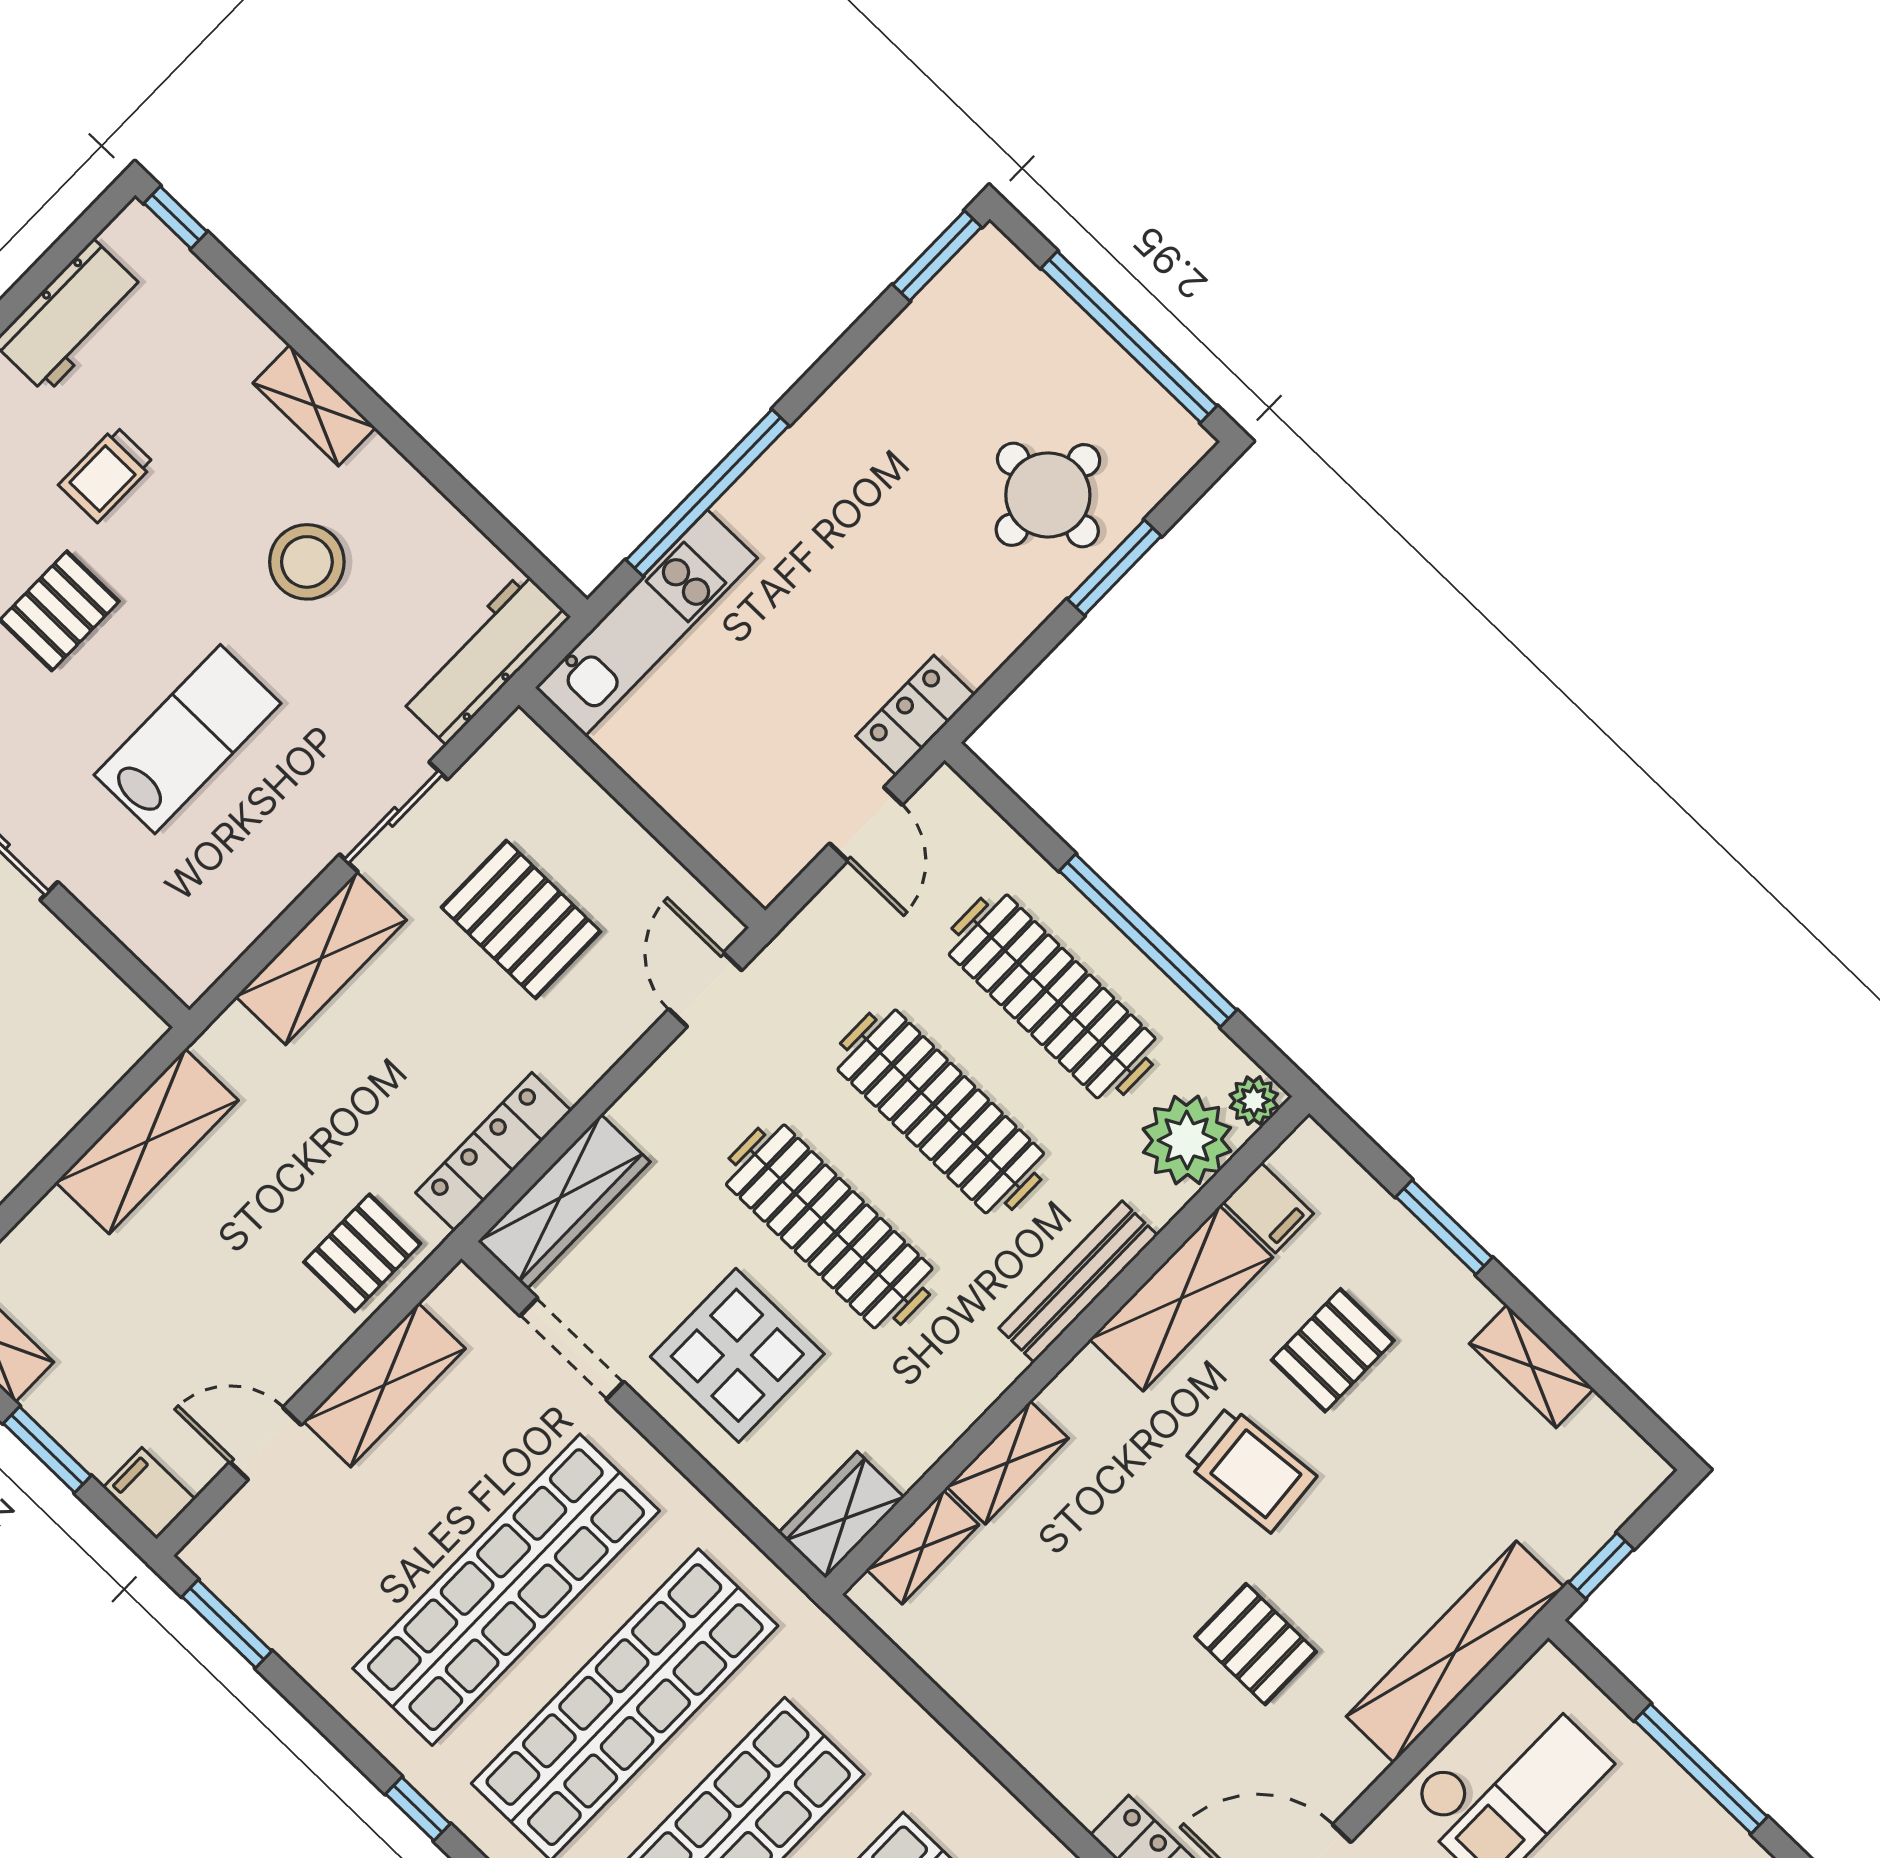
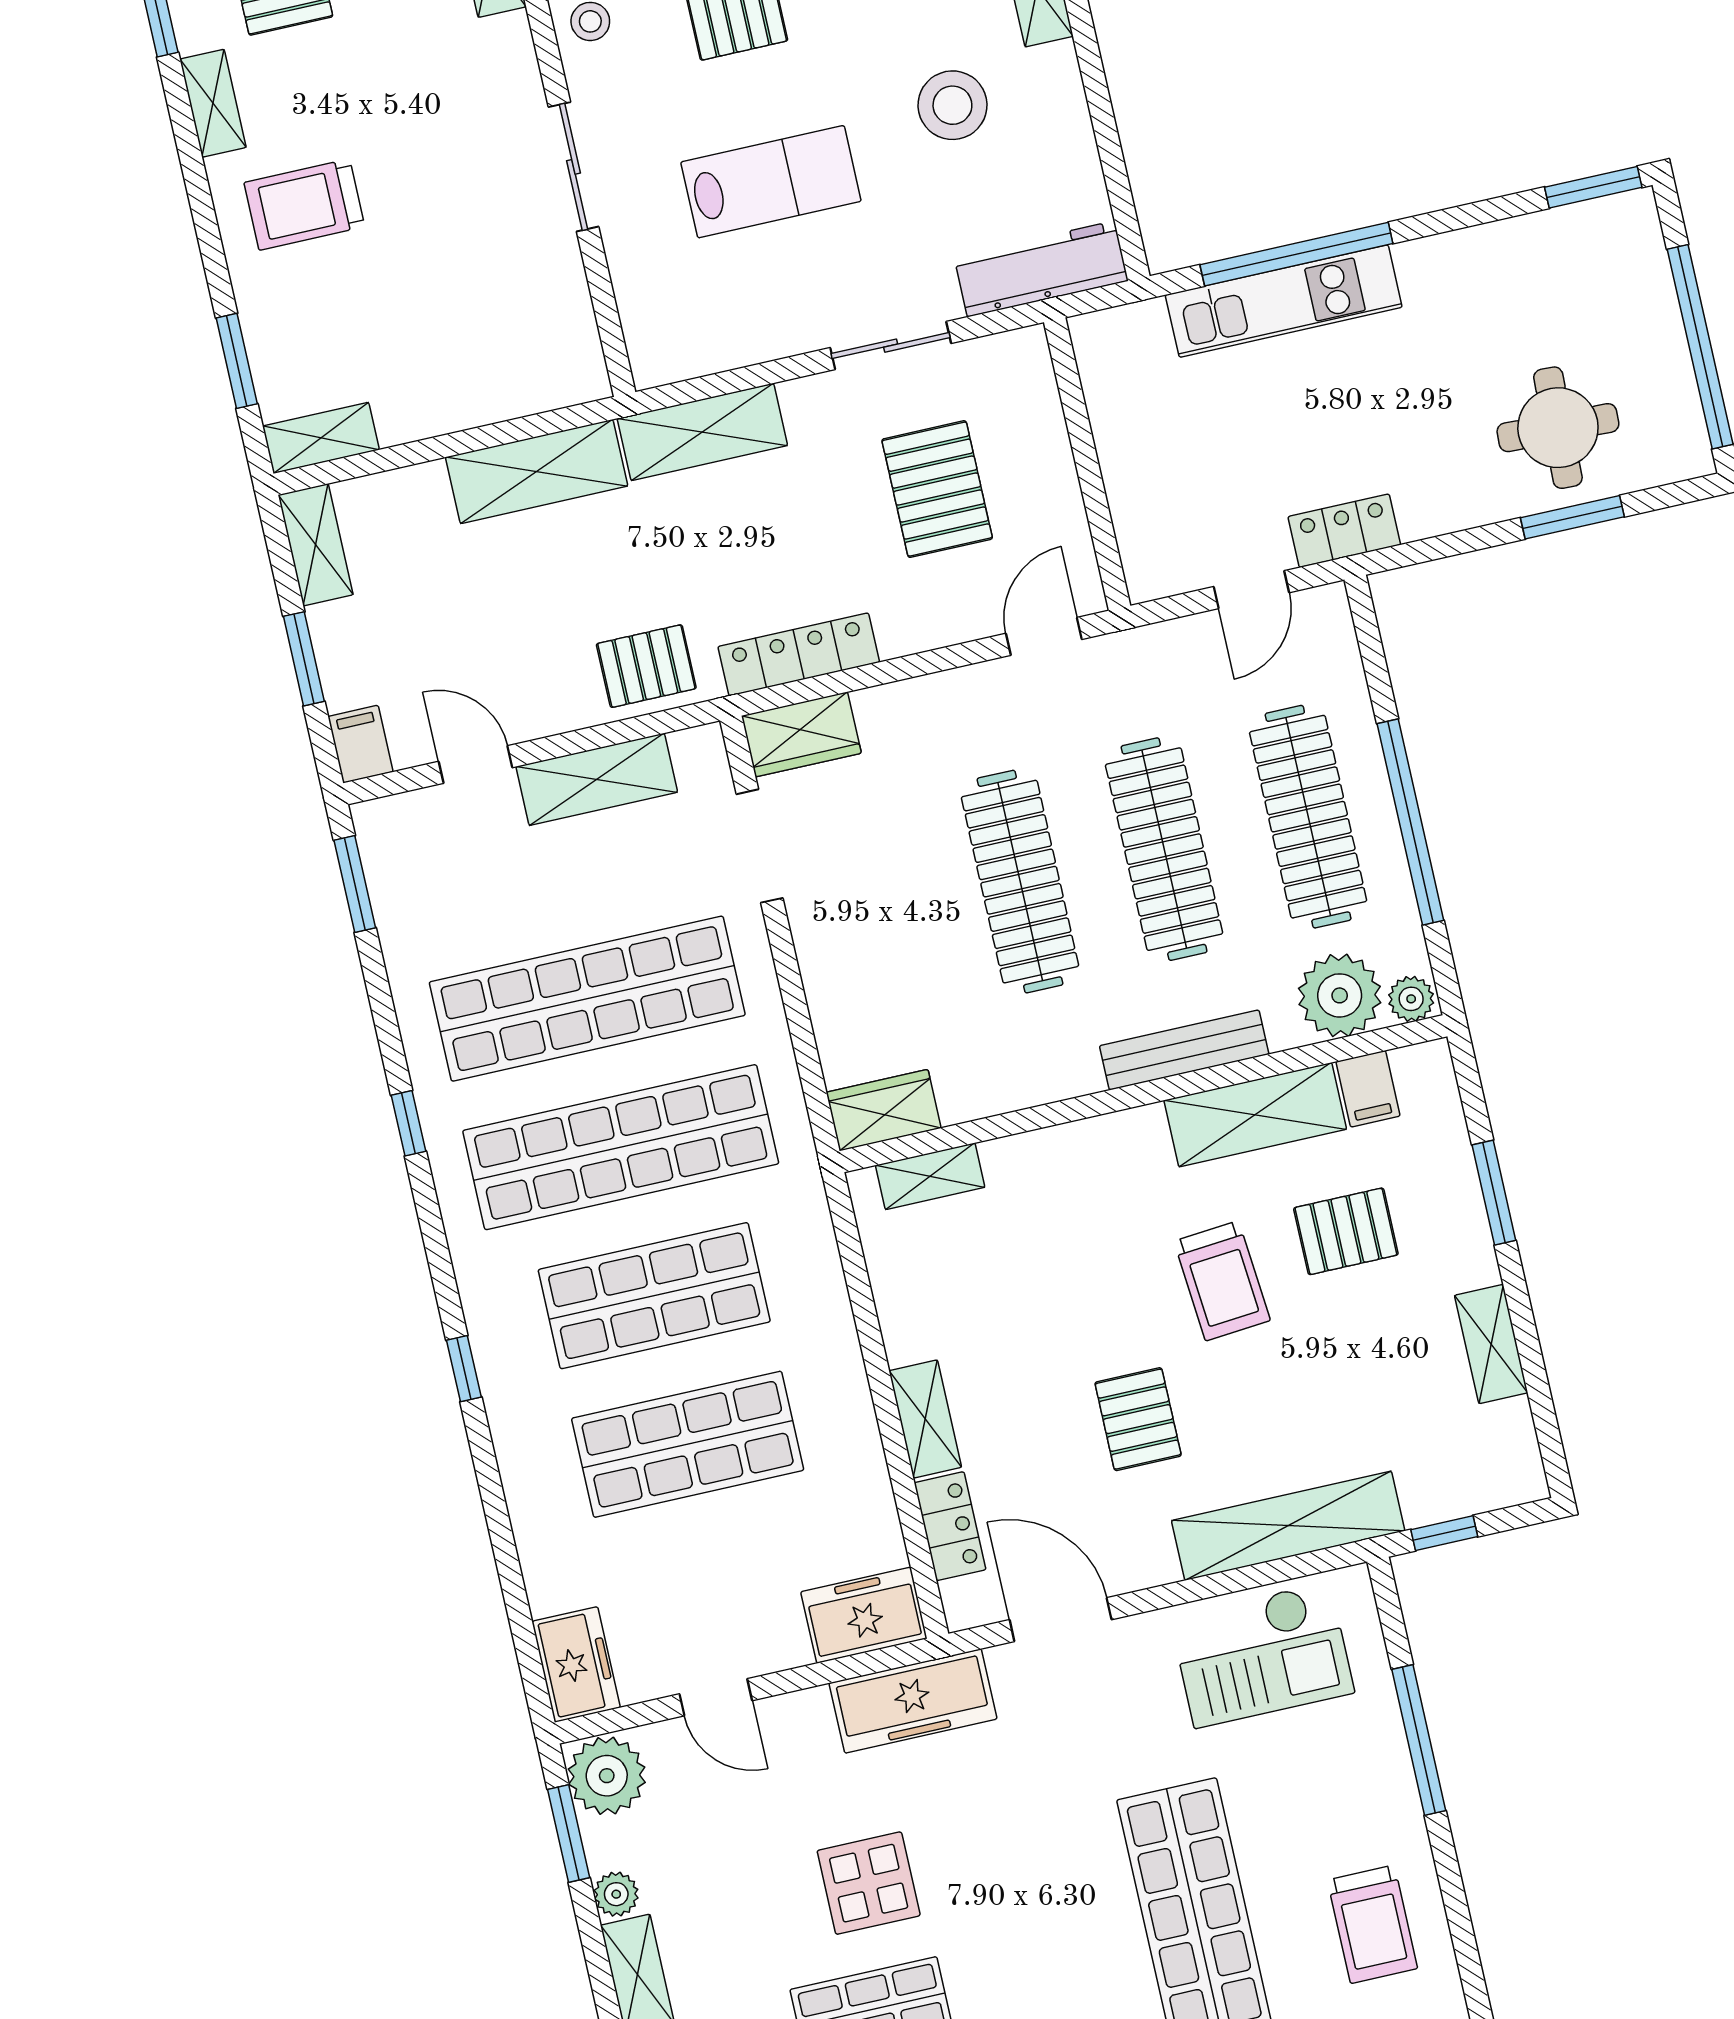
kitchen unit: (646, 623) -> (1284, 301), moved
shelving: (321, 958) -> (702, 432), moved
wardrobe: (564, 1202) -> (801, 734), width x0.67
display table: (737, 1355) -> (884, 935), removed
shelving: (1008, 1463) -> (925, 1419), moved, turned 90

